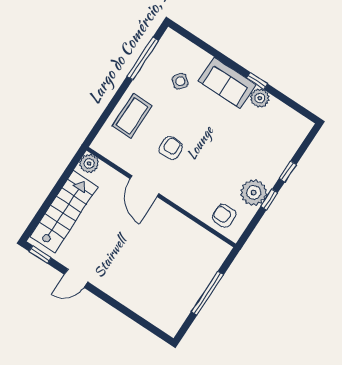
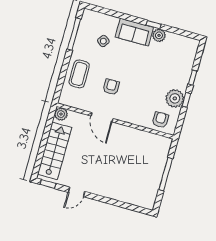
armchair: (224, 216) -> (160, 120), turned 90

